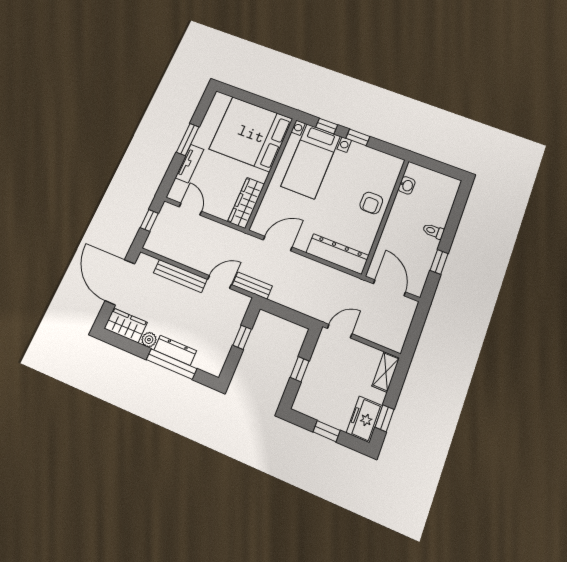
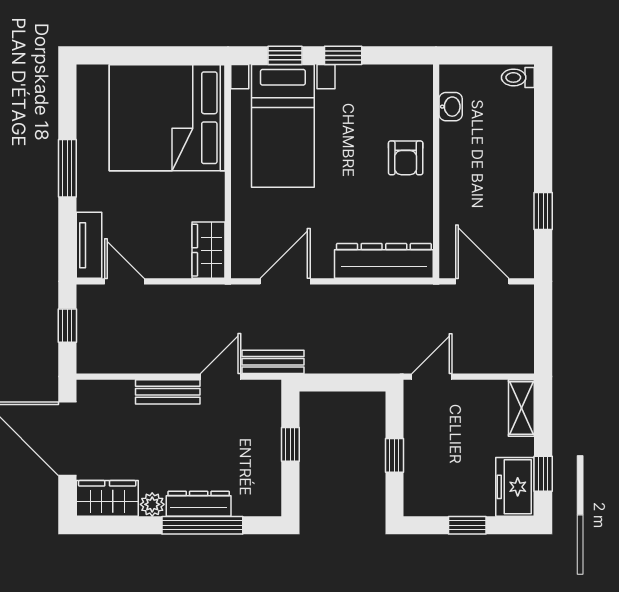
tv unit: (189, 164) -> (89, 245), moved
wardrobe: (246, 203) -> (209, 250), width x0.67
toilet: (433, 231) -> (518, 77), moved
bench: (180, 276) -> (168, 392), width x0.73

